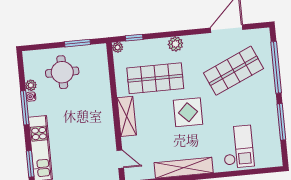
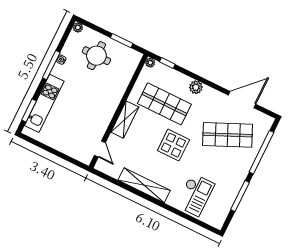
plant: (31, 85) -> (78, 28), moved

